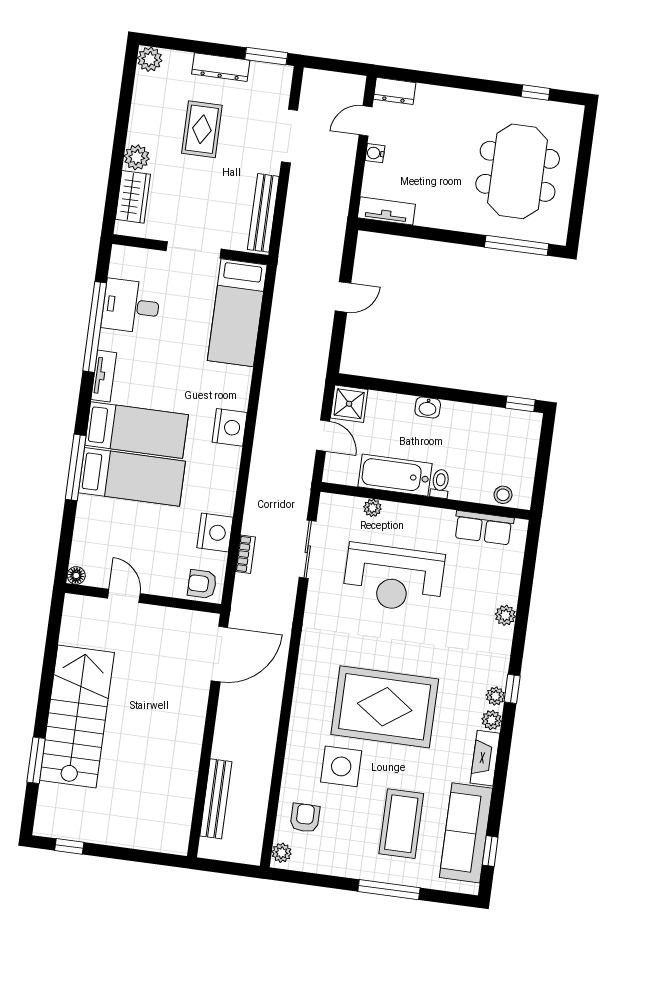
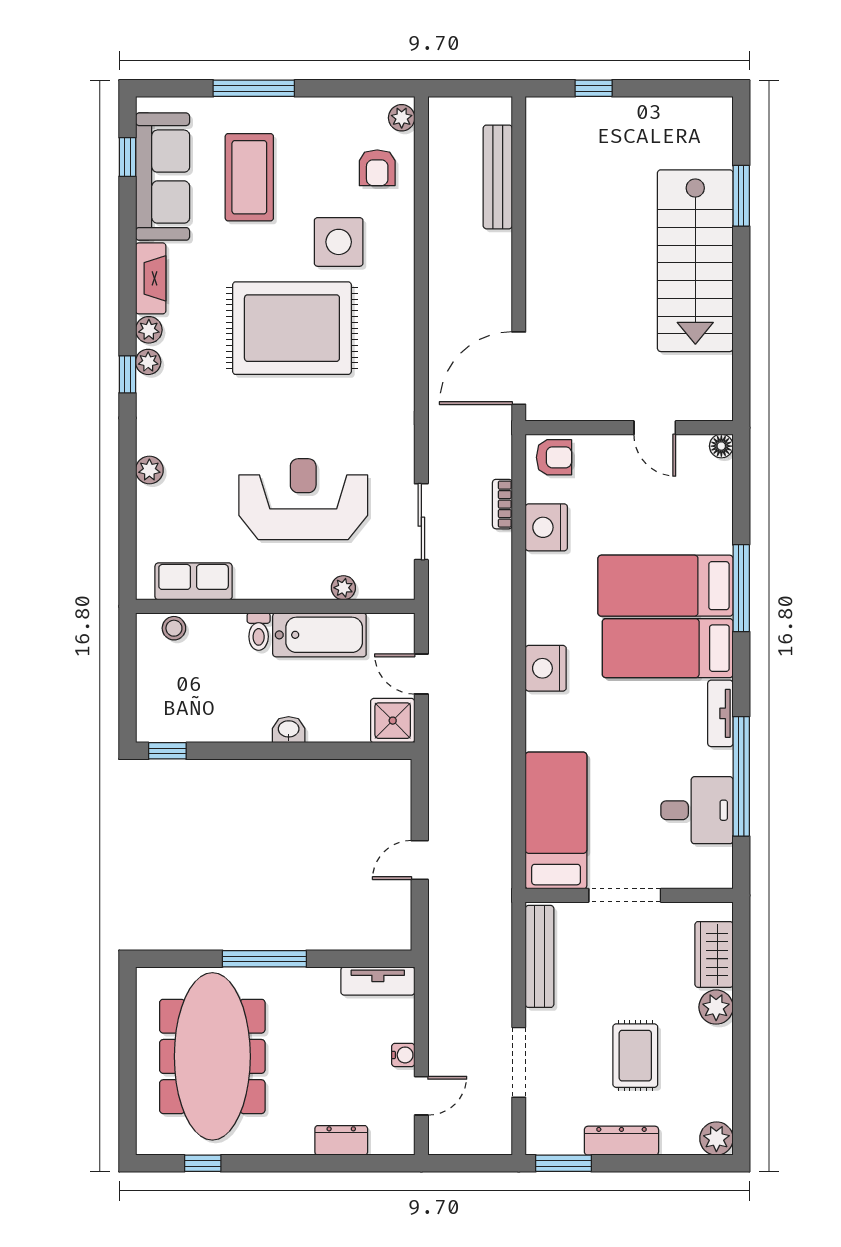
dresser: (395, 91) -> (341, 1140), moved
meeting table: (518, 171) -> (212, 1056), width x1.36
window: (517, 245) -> (264, 959), moved
window: (69, 846) -> (594, 88), moved

